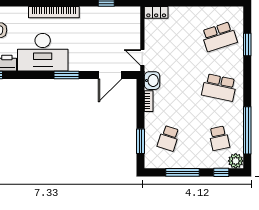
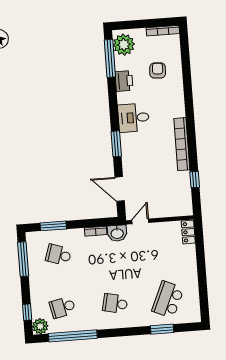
bookcase: (54, 12) -> (182, 144), moved
school desk: (219, 37) -> (168, 299), turned 42
desk: (43, 52) -> (134, 118), width x0.53, depth x0.77
school desk: (219, 87) -> (115, 303), width x0.54
window: (182, 172) -> (23, 259), moved

